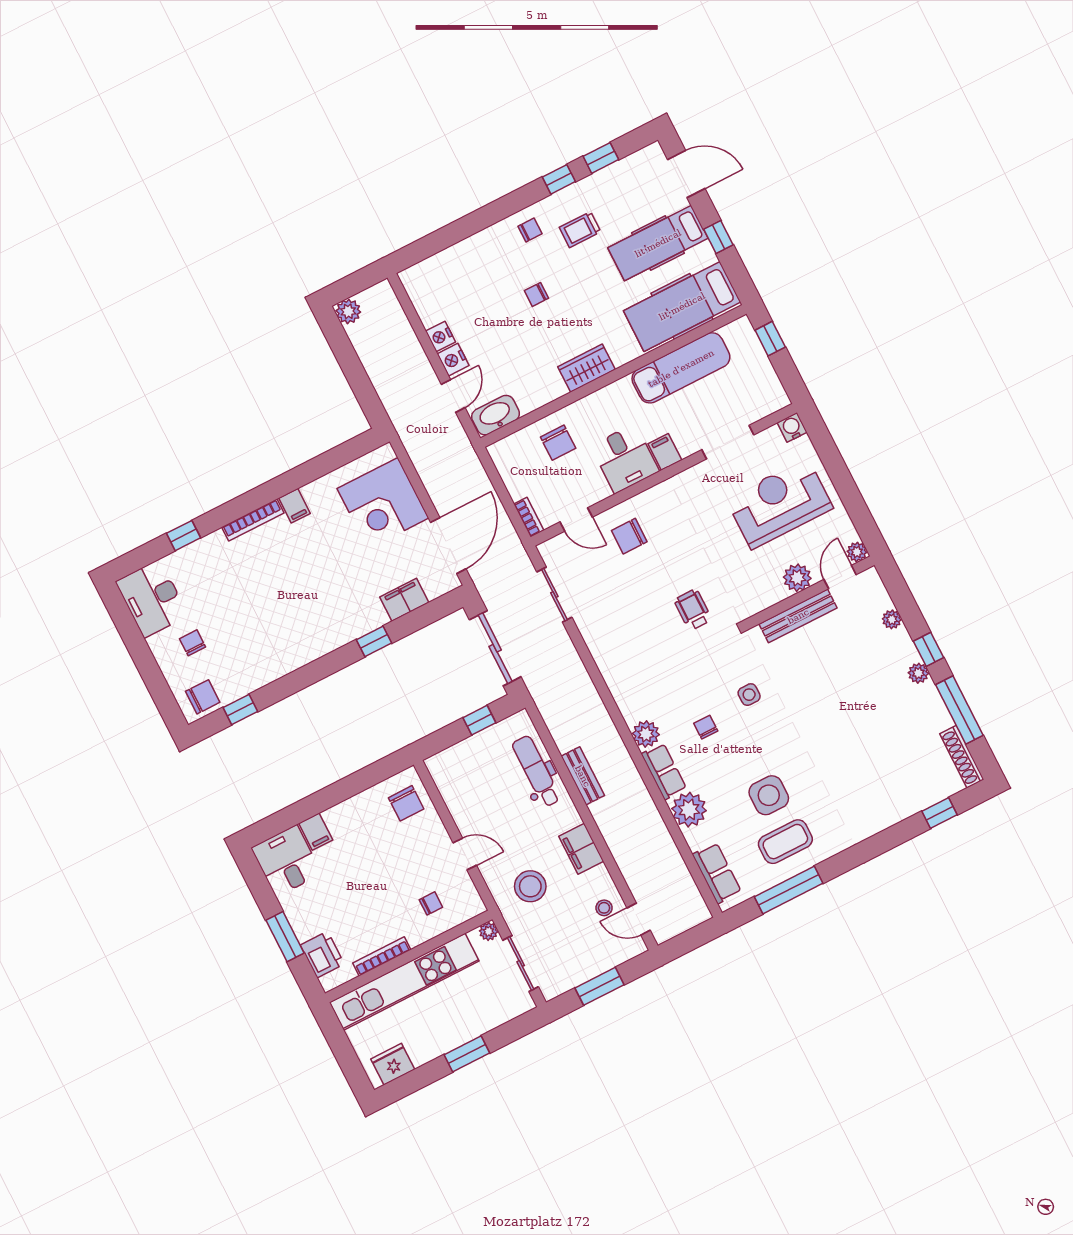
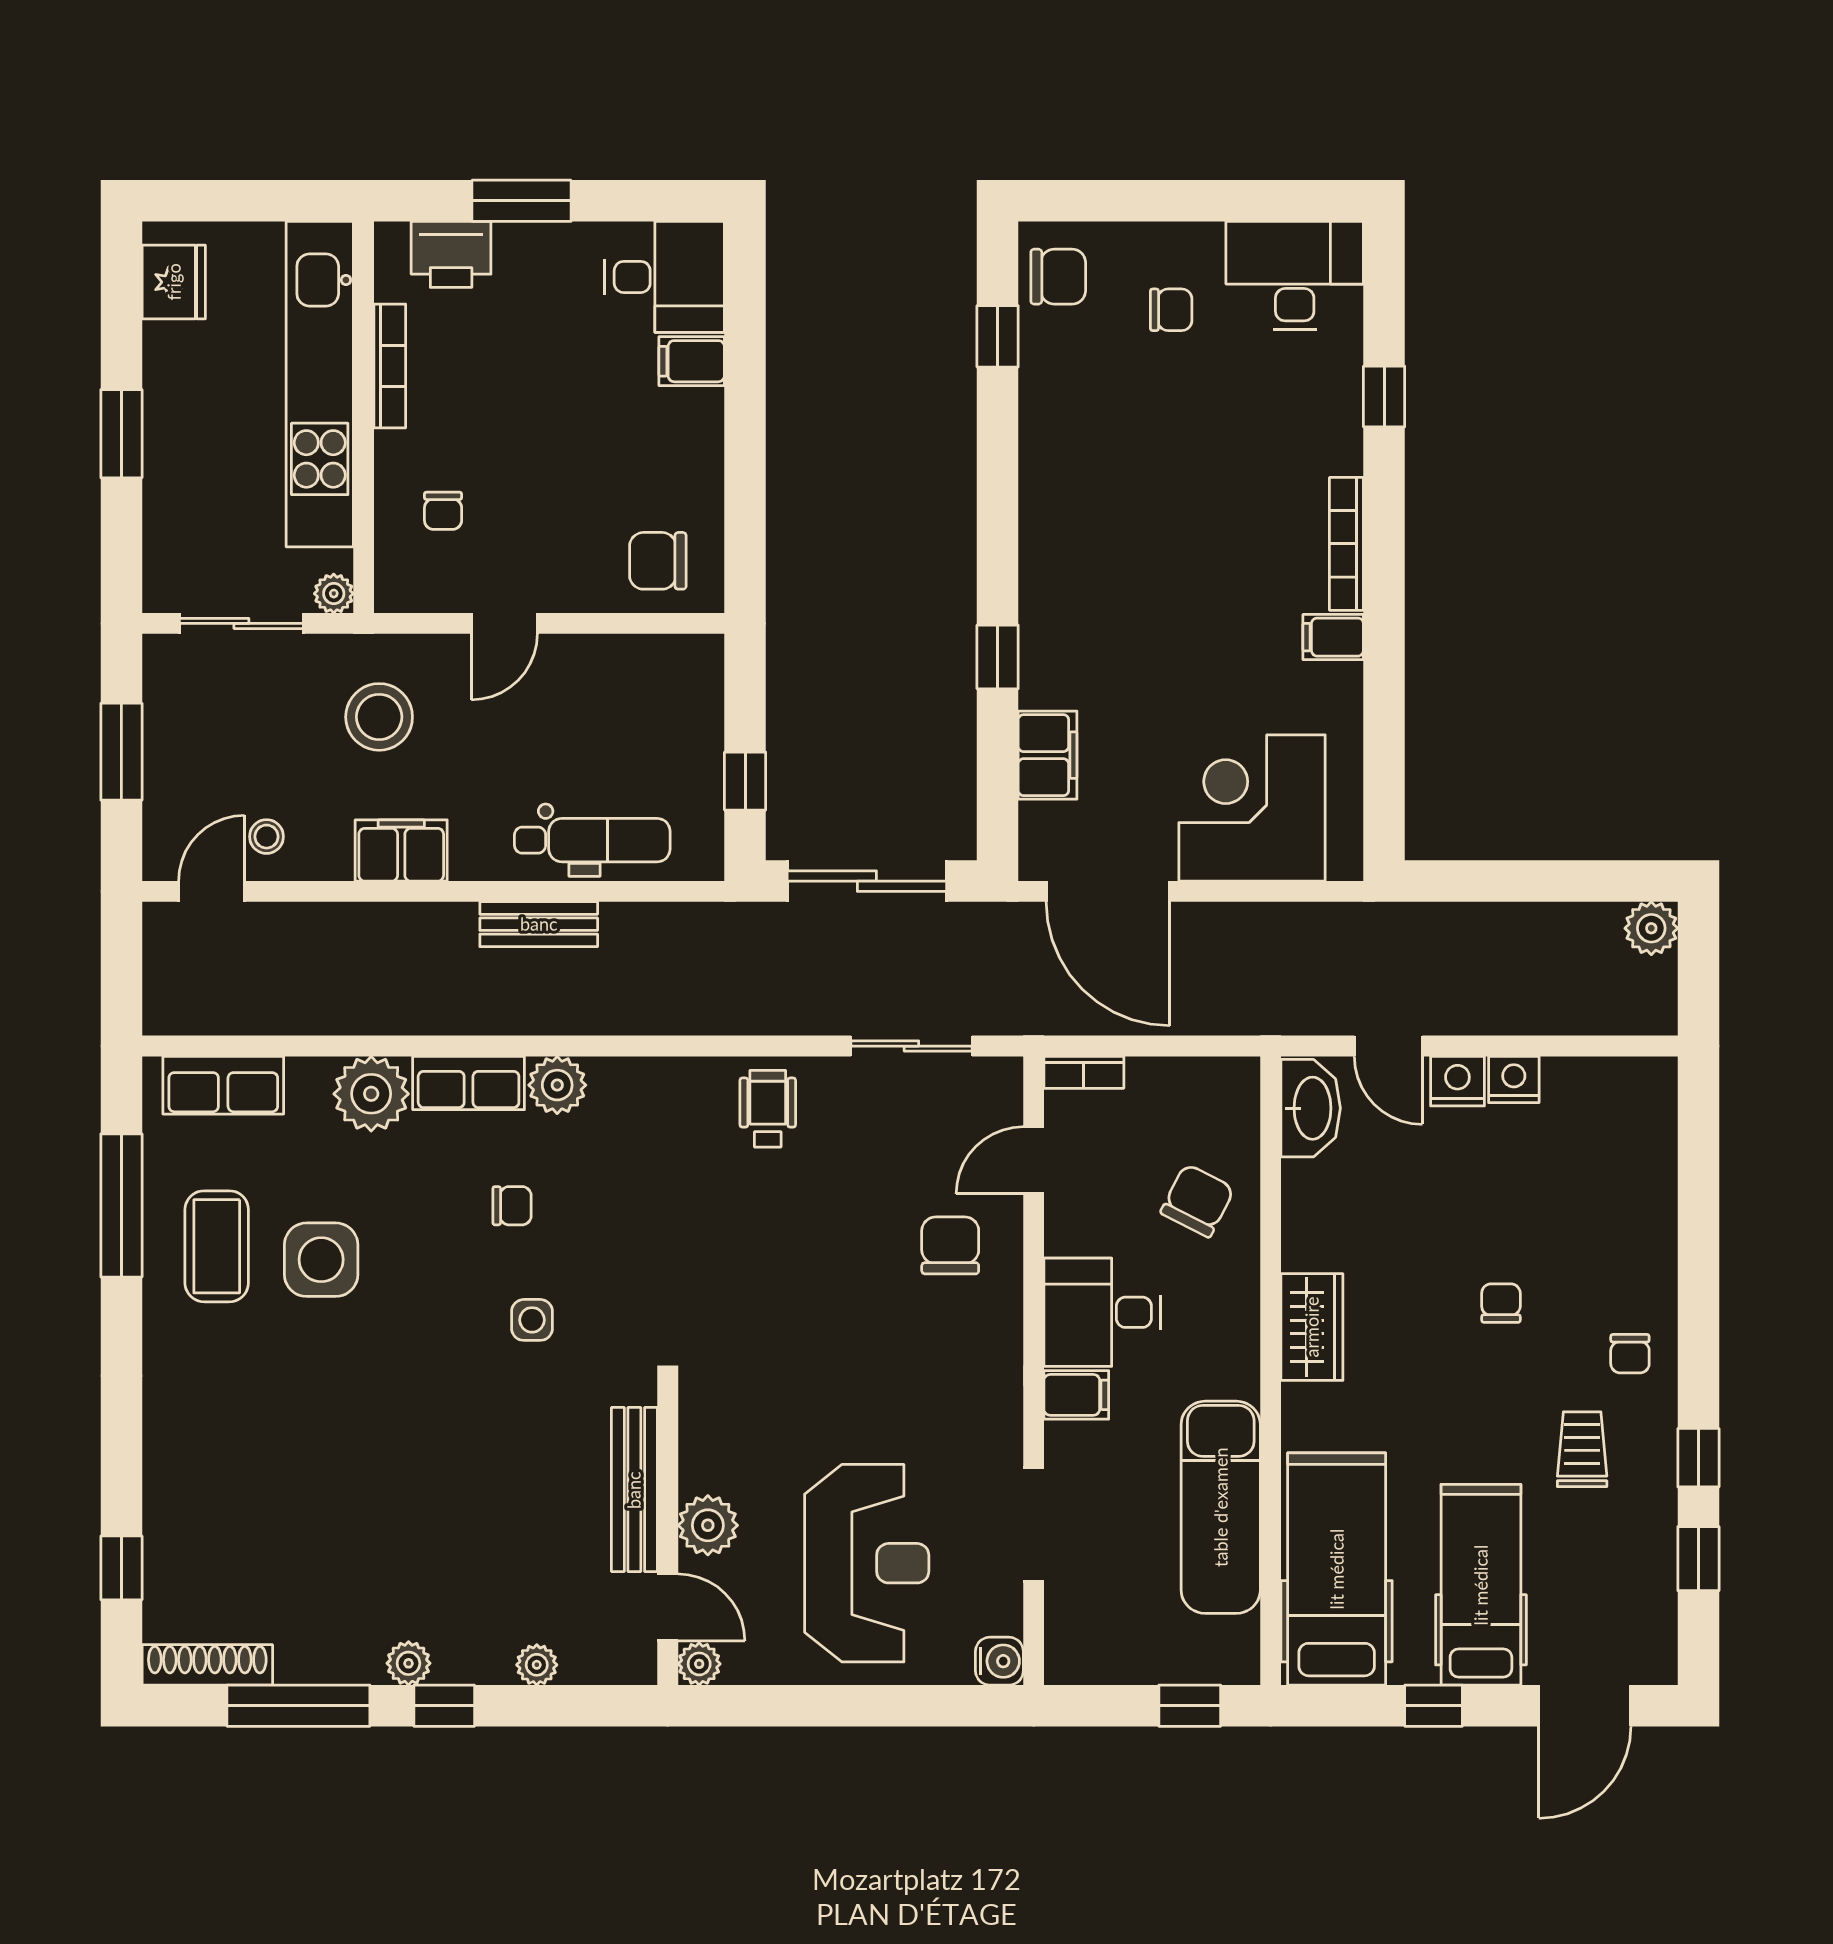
chair: (558, 443) -> (1197, 1201), turned 117
wheelchair: (693, 610) -> (768, 1109), moved, turned -90
chair: (203, 697) -> (1058, 277), turned -90

